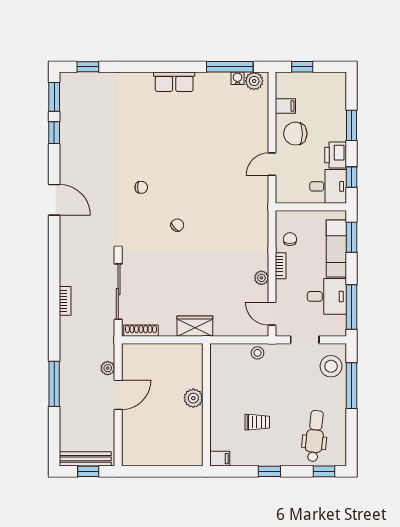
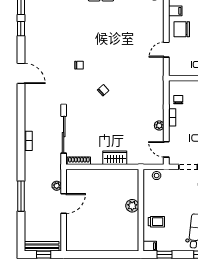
plant: (193, 398) -> (132, 206), moved
wall: (206, 405) -> (141, 210), moved
filing cabinet: (220, 459) -> (150, 246), moved

